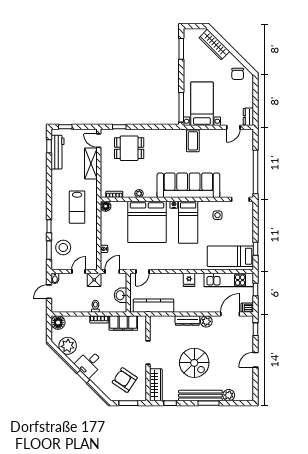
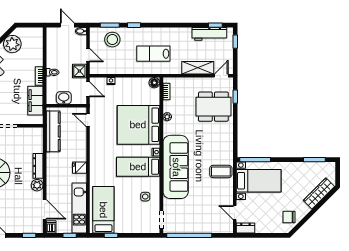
dining table: (129, 148) -> (213, 107), width x1.38
floor lamp: (58, 323) -> (36, 34), removed

